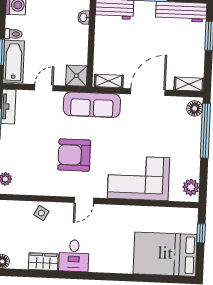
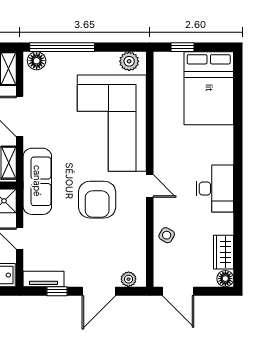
corner sofa: (139, 178) -> (112, 123), width x1.36, depth x1.36
desk: (74, 256) -> (215, 189), width x1.37
wardrobe: (43, 262) -> (224, 252), moved

